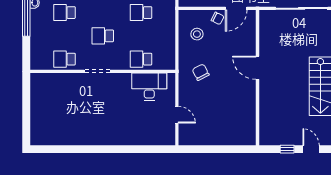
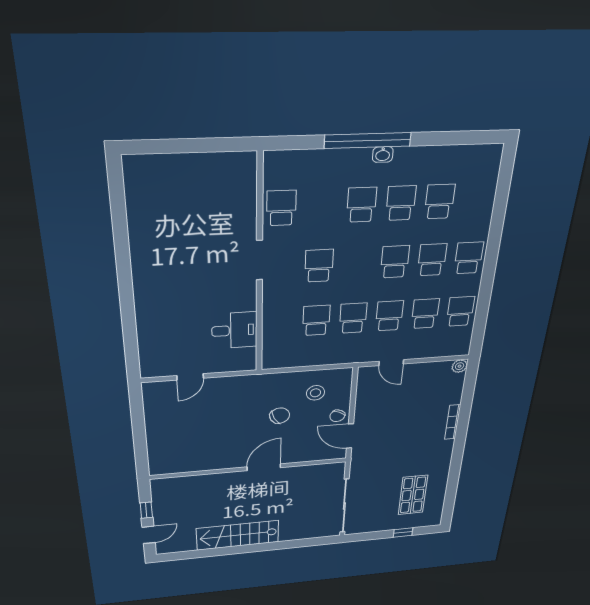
school desk: (141, 59) -> (316, 320), moved
chair: (201, 72) -> (280, 416), moved
desk: (149, 87) -> (234, 330), width x0.73

